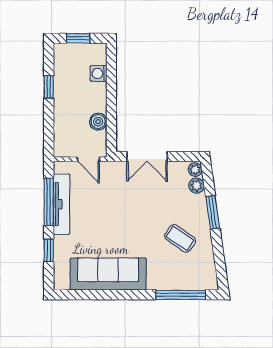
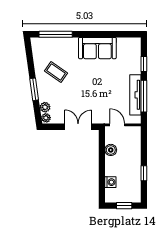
sofa: (108, 274) -> (97, 48), width x0.73

